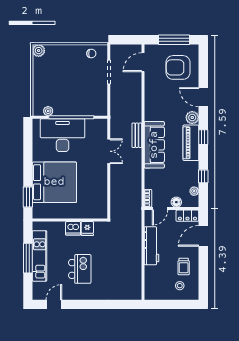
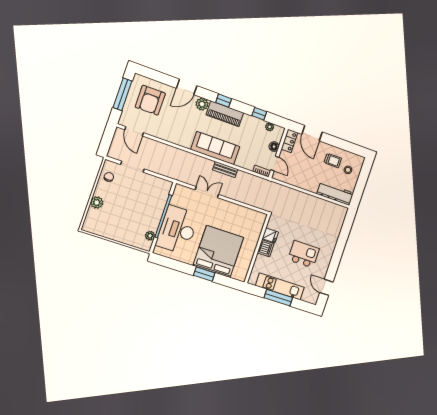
plant: (39, 51) -> (97, 203), moved
bench: (137, 135) -> (225, 170), moved
window: (28, 197) -> (204, 274), moved
workbench: (152, 246) -> (335, 193), moved

